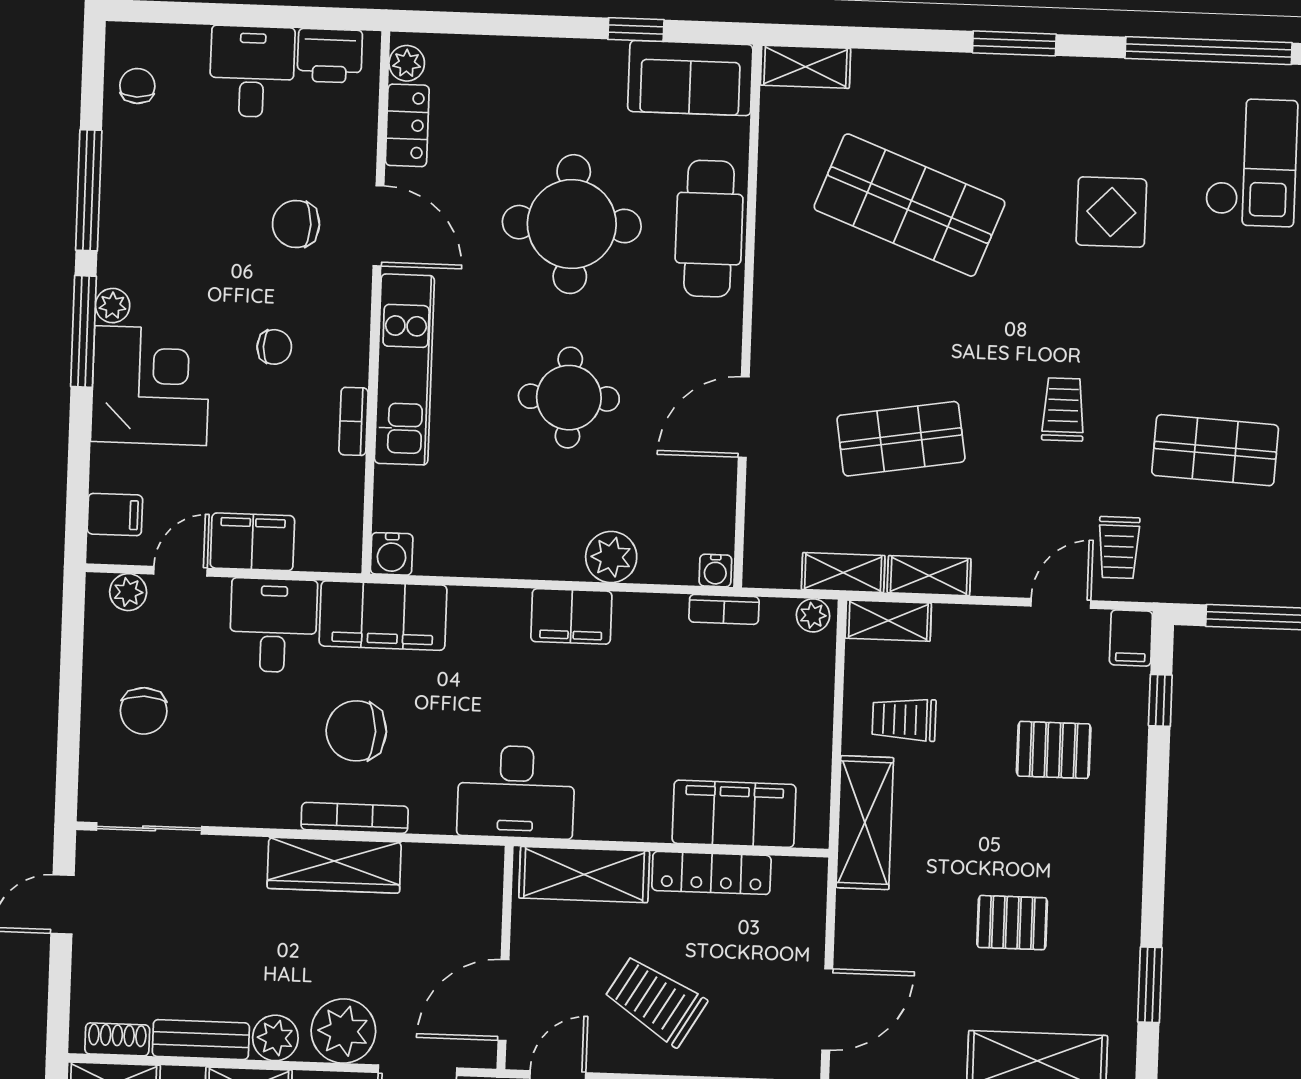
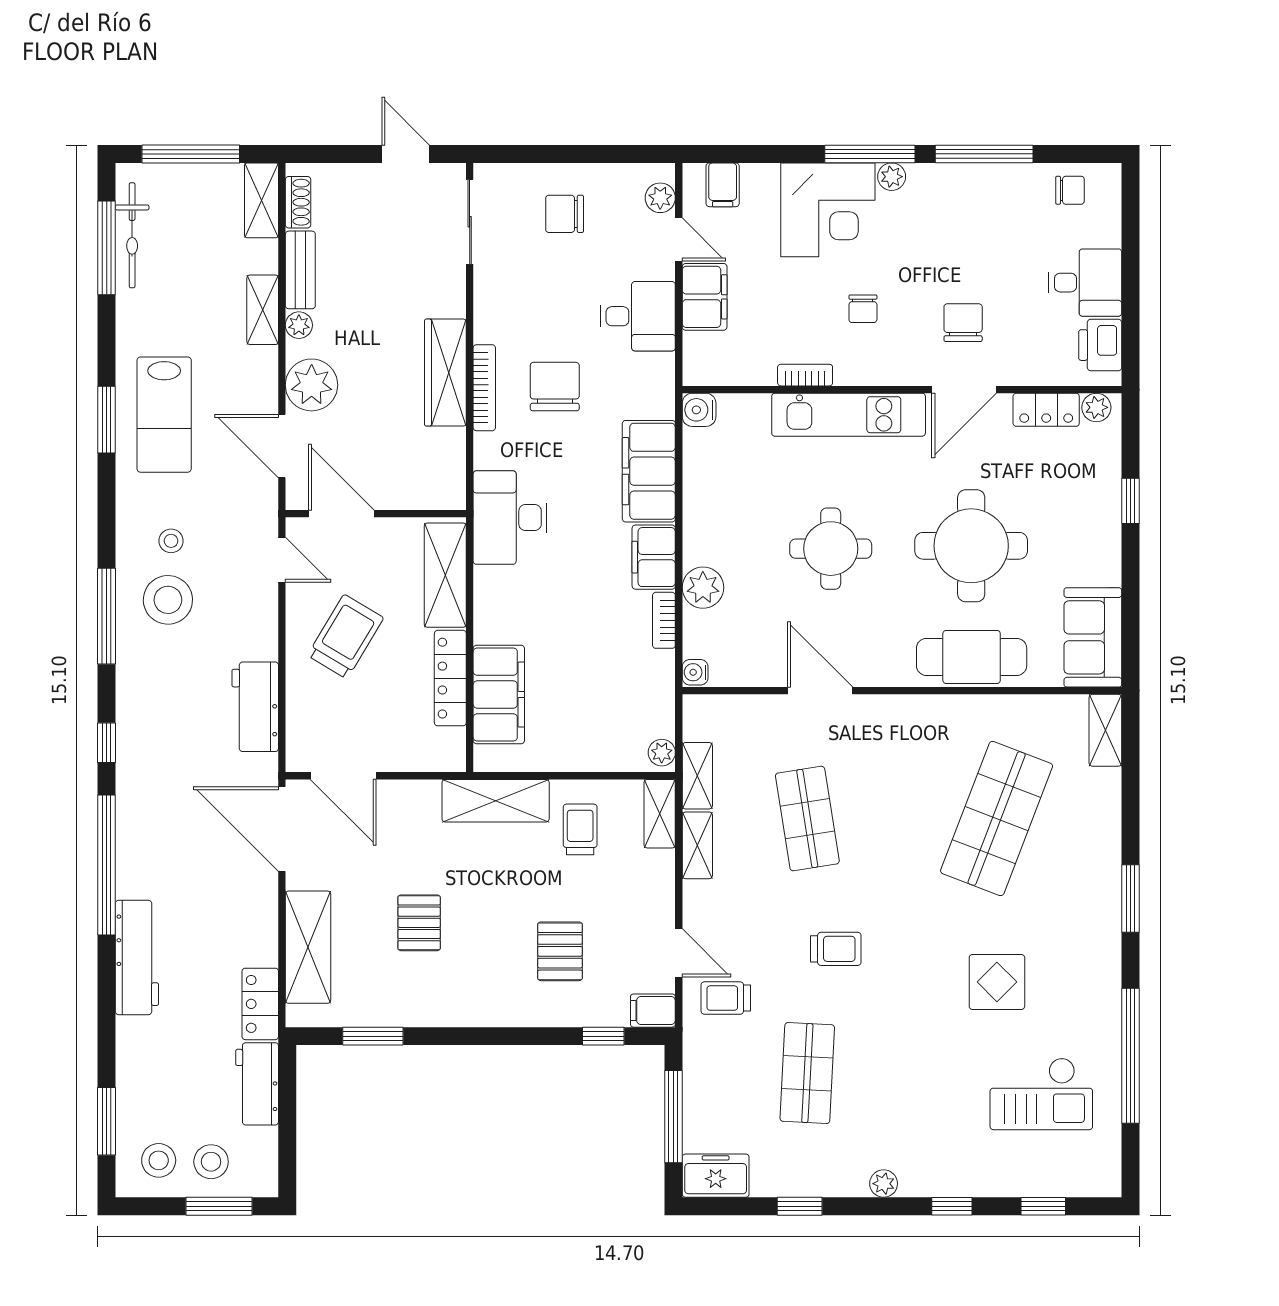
window: (636, 30) -> (1130, 501), moved
bookcase: (724, 609) -> (664, 620), moved
filing cabinet: (383, 616) -> (649, 471), moved
plant: (275, 1038) -> (299, 325), width x0.73, depth x0.73

